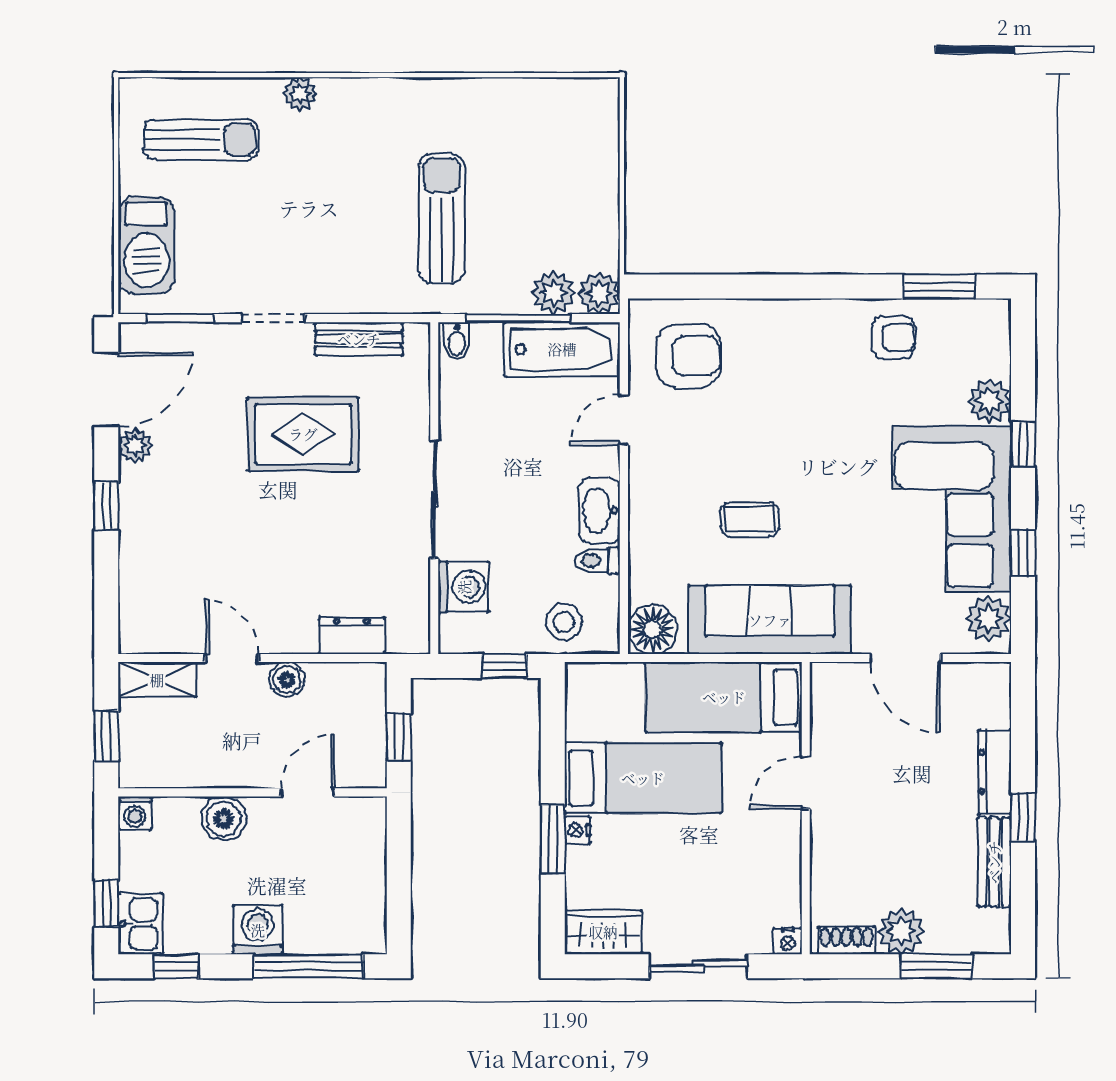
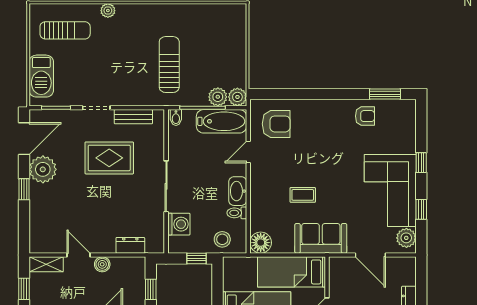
plant: (990, 401) -> (407, 144), removed
plant: (135, 446) -> (43, 169), width x1.88, depth x1.88
sofa: (770, 620) -> (321, 238), width x0.73

